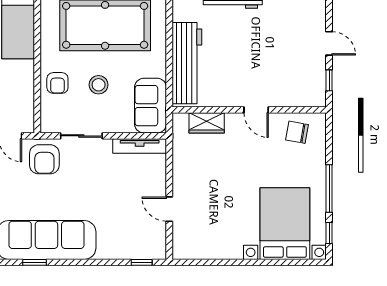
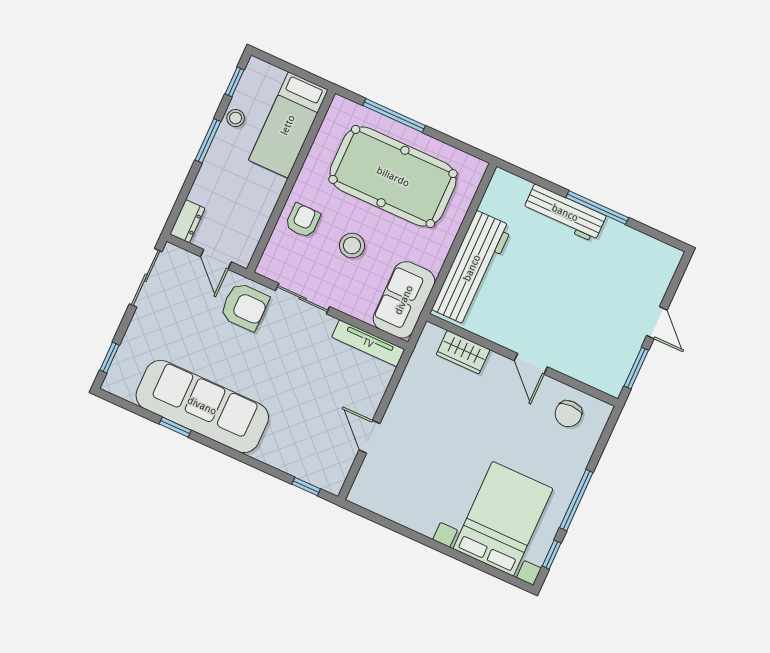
window: (329, 80) -> (636, 368), width x1.50
armchair: (57, 83) -> (303, 221), turned 180
chair: (297, 132) -> (568, 414), turned -100
armchair: (44, 159) -> (244, 307), turned -90

